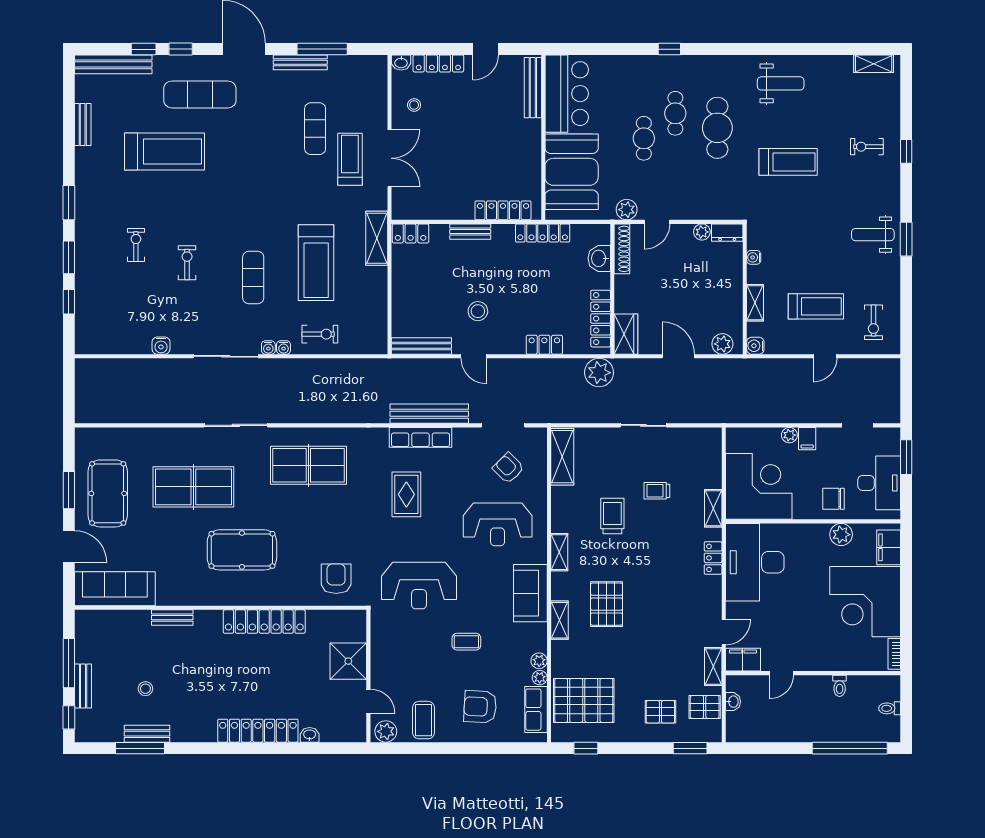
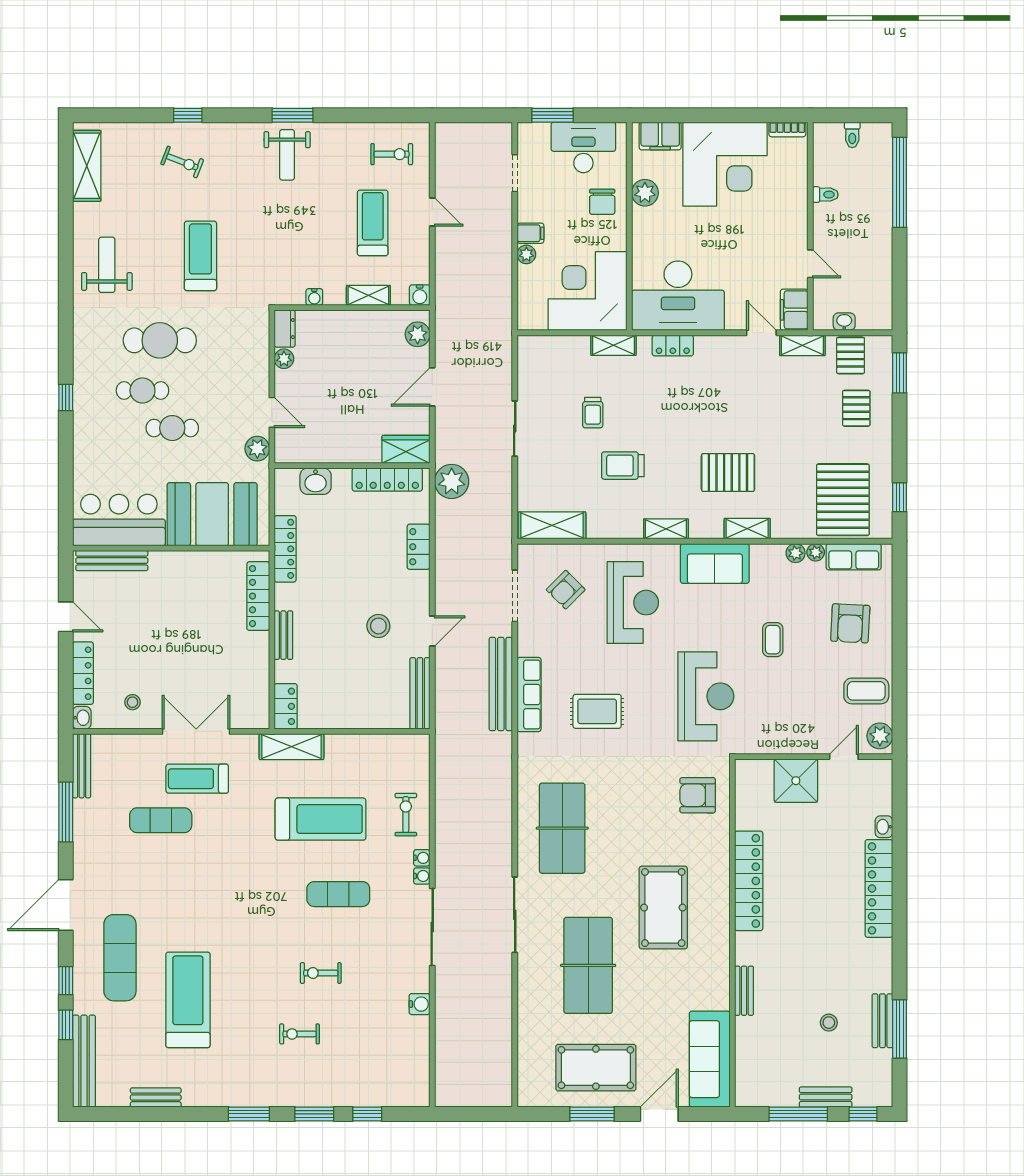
bench: (300, 62) -> (82, 766), moved
shelving: (874, 64) -> (87, 166), width x1.50, depth x1.33
exercise bike: (867, 147) -> (182, 162), turned -69
shoe rack: (622, 249) -> (304, 454), removed

